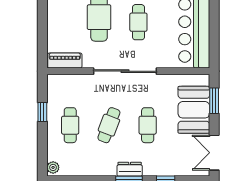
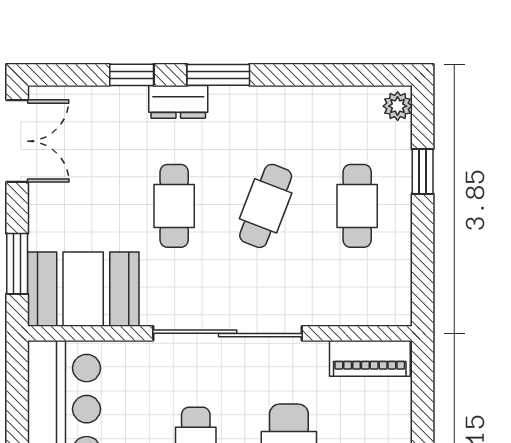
booth: (194, 110) -> (83, 289), moved, turned 90
window: (42, 112) -> (423, 172), moved
dresser: (130, 169) -> (178, 102), moved

